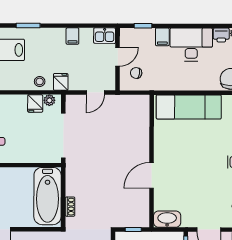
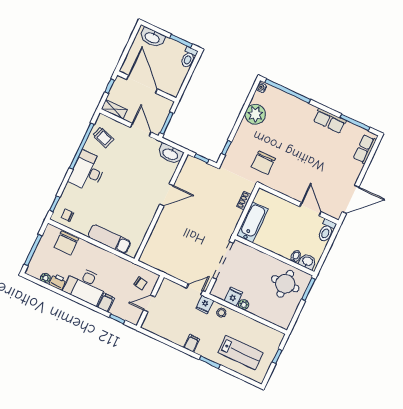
filing cabinet: (72, 36) -> (192, 343), moved
kitchen sink: (105, 36) -> (152, 325), removed
door: (95, 93) -> (195, 289), moved
plant: (49, 100) -> (244, 305), moved
exam couch: (189, 107) -> (109, 239), width x0.73, depth x0.69
bathtub: (48, 196) -> (252, 222), width x0.73, depth x0.73

